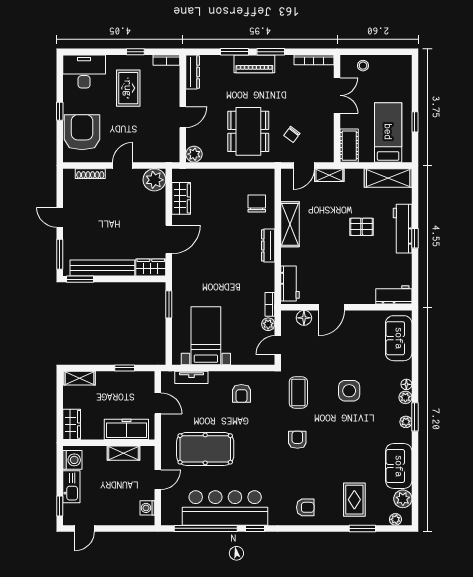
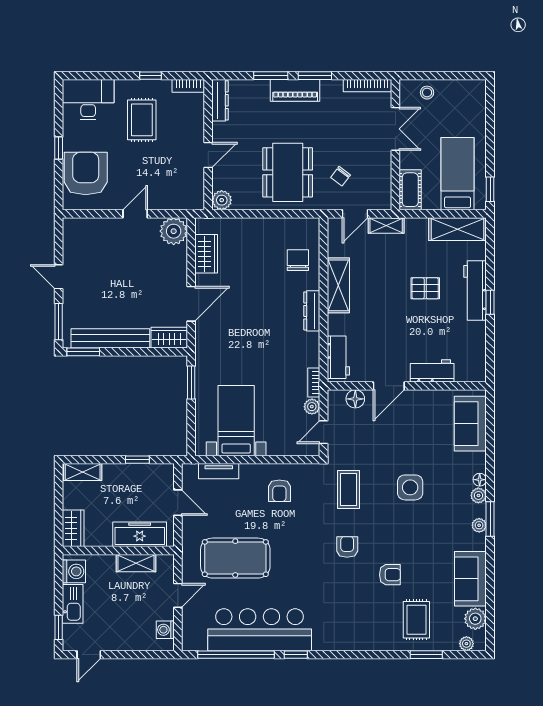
window: (415, 122) -> (490, 189), moved
shoe rack: (90, 174) -> (96, 224), removed
workbench: (394, 295) -> (432, 371), moved
armchair: (305, 507) -> (390, 575), moved

